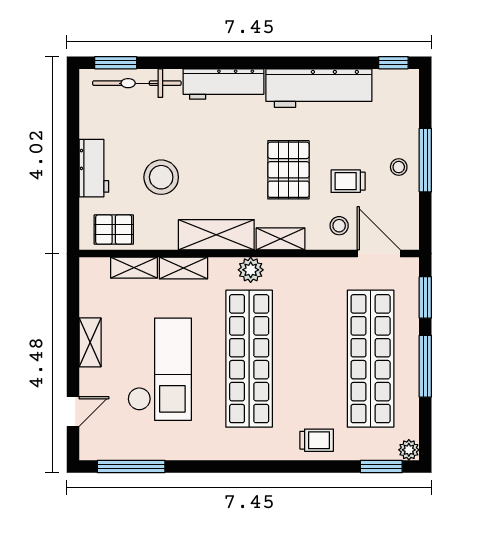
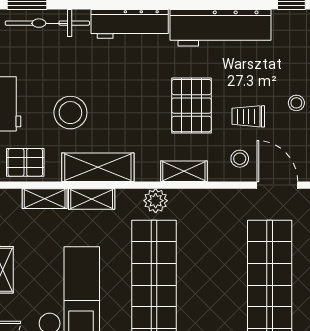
shelving: (216, 235) -> (98, 167), moved

